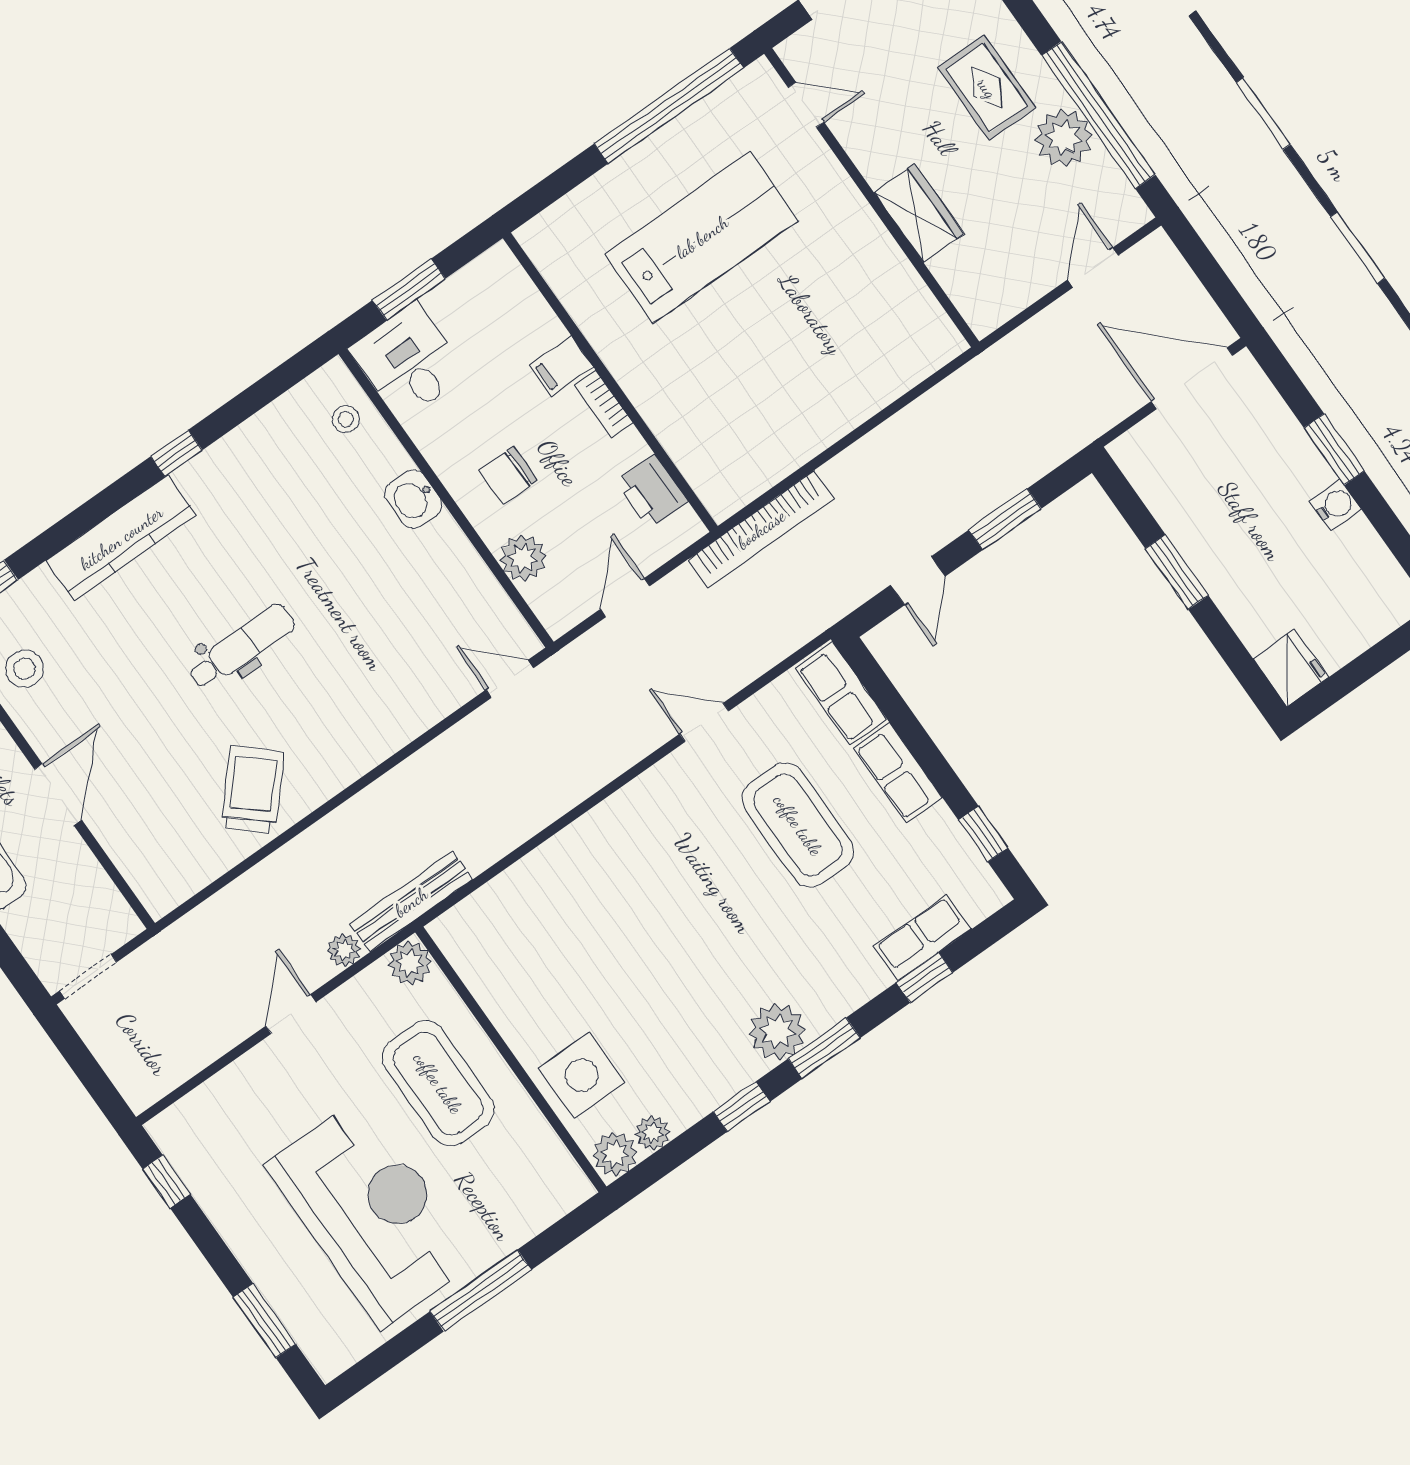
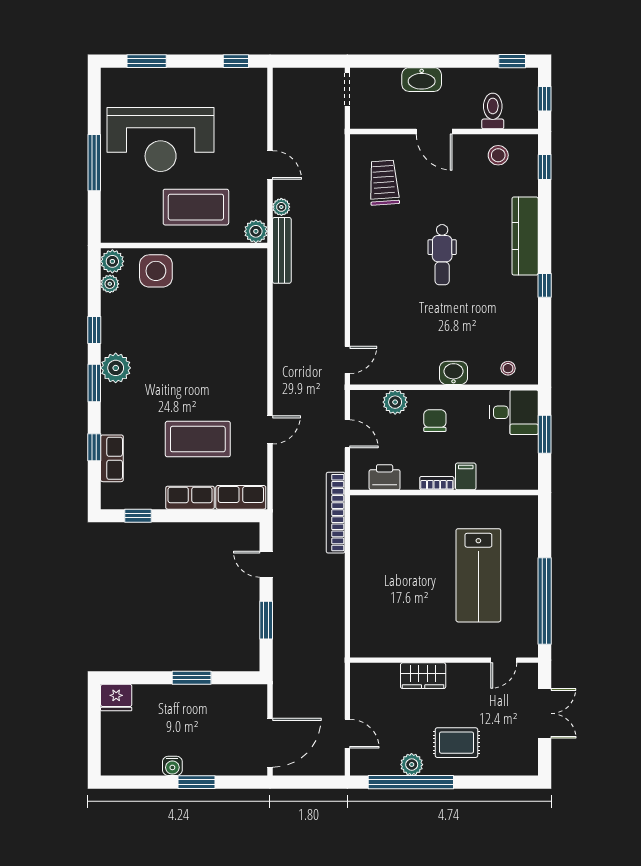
plant: (1064, 138) -> (412, 765), width x0.73, depth x0.73
trolley: (252, 790) -> (384, 183), moved, turned -136

